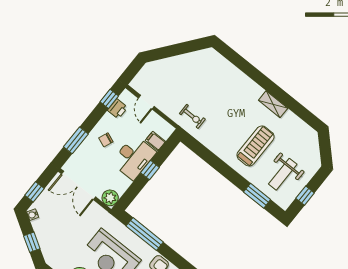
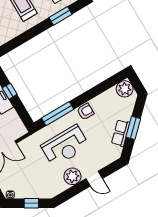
plant: (110, 198) -> (20, 130), removed

